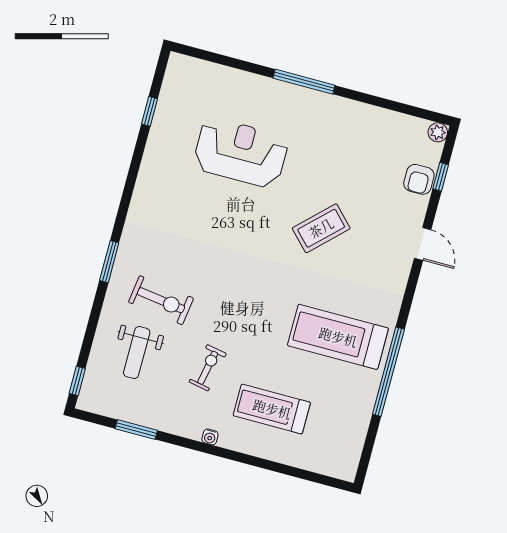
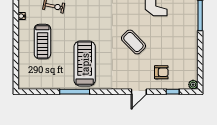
armchair: (419, 179) -> (161, 72), moved, turned 180
window: (388, 372) -> (75, 92), width x0.68
treadmill: (272, 409) -> (42, 42), turned 180

